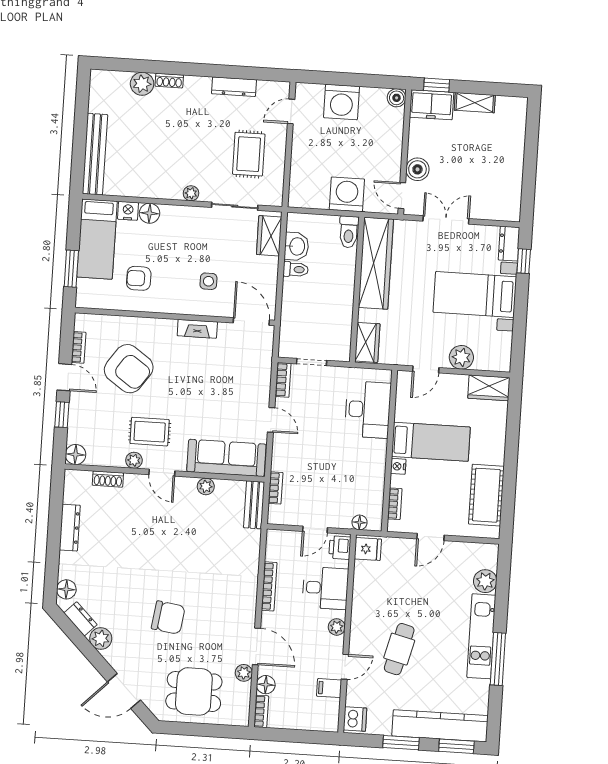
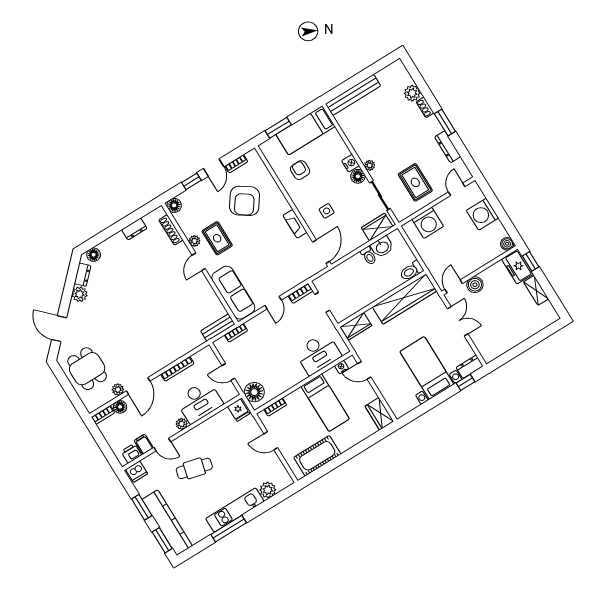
window: (203, 70) -> (445, 123), added
door: (291, 111) -> (457, 189), hinge flipped
rug: (249, 154) -> (415, 182), turned 90
washing machine: (347, 194) -> (428, 223), moved, turned 90
nightstand: (128, 211) -> (350, 163), moved
floor lamp: (149, 213) -> (358, 176), moved
plant: (461, 357) -> (386, 386), removed
nightstand: (398, 466) -> (341, 367), moved
shoe rack: (108, 479) -> (171, 230), width x1.43
plant: (206, 486) -> (209, 292), removed
floor lamp: (360, 522) -> (254, 392), width x1.89, depth x1.89
dresser: (70, 528) -> (134, 229), width x0.70
printer: (340, 548) -> (131, 453), moved
desk: (325, 588) -> (199, 402), width x1.37
chair: (168, 618) -> (119, 324), removed

